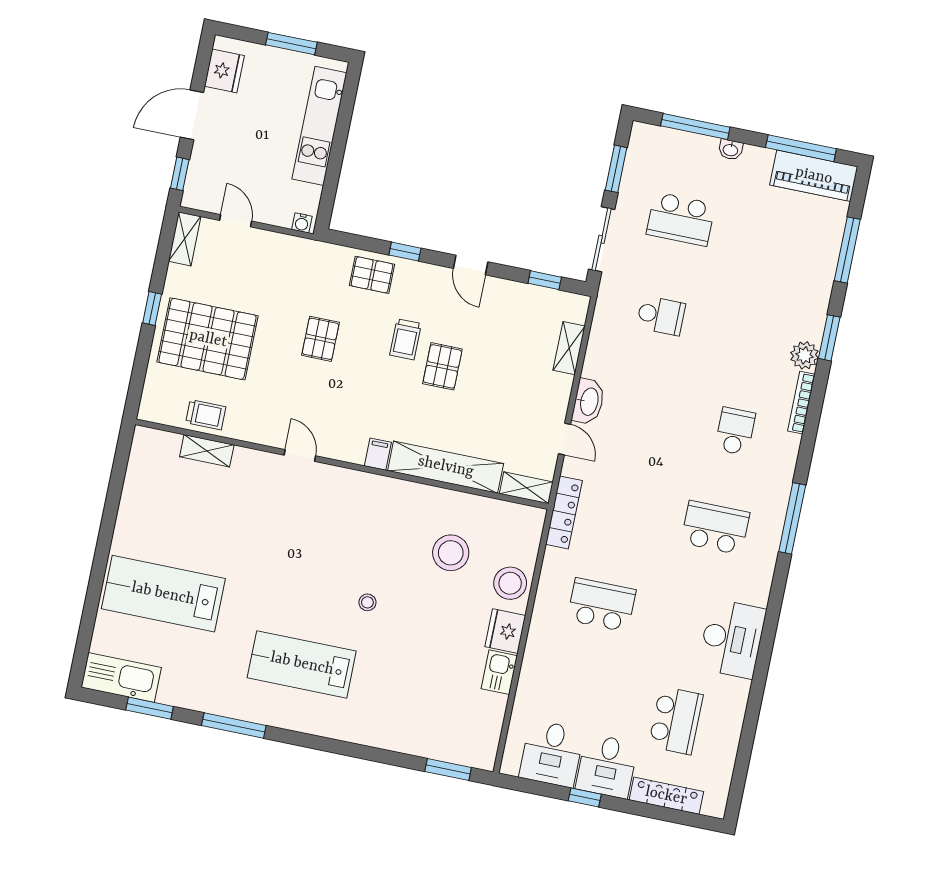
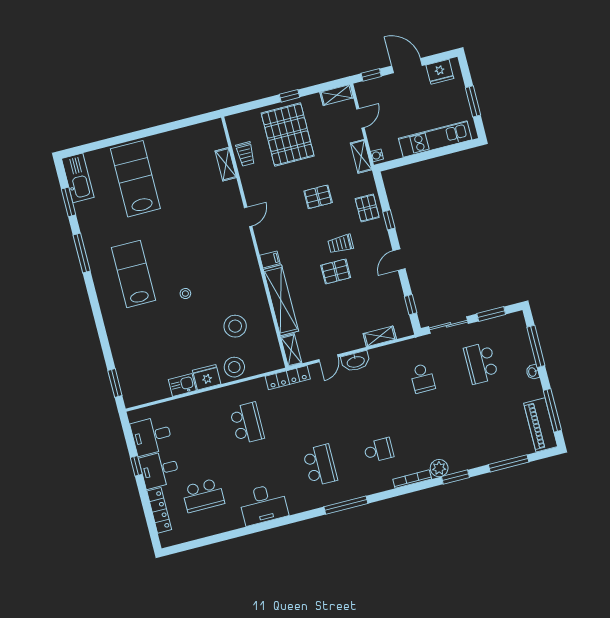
shelving: (292, 247) -> (361, 156), added

